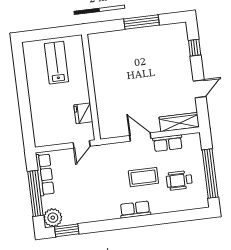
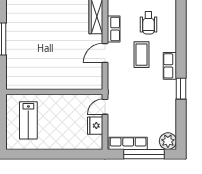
lab bench: (56, 63) -> (28, 120), turned -90
fridge: (83, 113) -> (95, 126), moved, turned 90
door: (82, 144) -> (105, 107), swing flipped
window: (67, 230) -> (181, 89), moved

